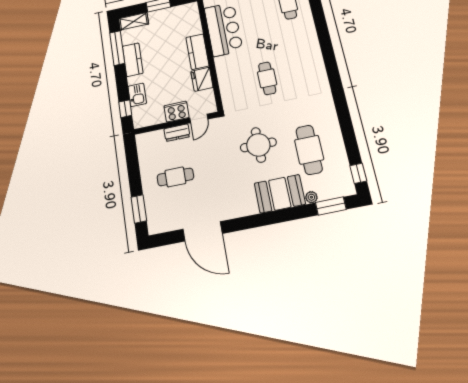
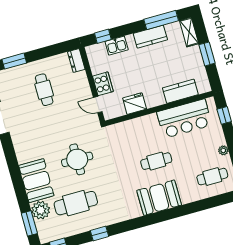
kitchen counter: (197, 52) -> (180, 91), moved
booth: (308, 59) -> (159, 198), added
cafe table: (267, 78) -> (156, 161), moved
window: (346, 125) -> (100, 234), added
dresser: (177, 133) -> (76, 61), moved
plant: (311, 197) -> (41, 210), width x1.88, depth x1.88

